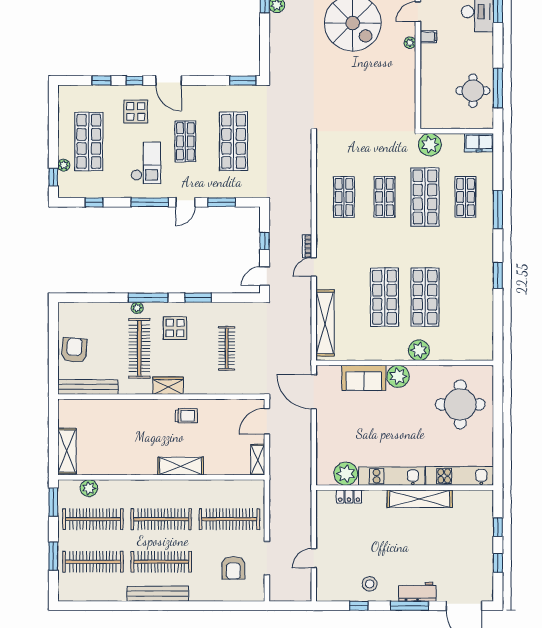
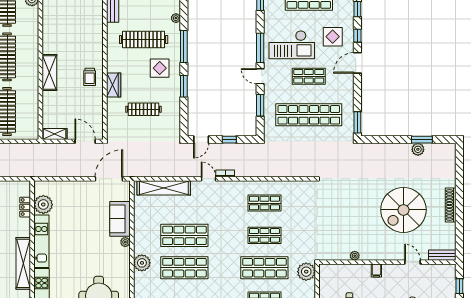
filing cabinet: (428, 37) -> (376, 270), moved
plant: (410, 43) -> (355, 256), moved
shop shelf: (234, 141) -> (309, 115), width x1.40
checkout: (146, 163) -> (292, 45), width x1.36, depth x1.21
door: (265, 276) -> (201, 140), swing flipped
plant: (137, 308) -> (176, 18), moved
plant: (398, 376) -> (125, 242), width x0.53, depth x0.53
wardrobe: (168, 386) -> (114, 85), moved

